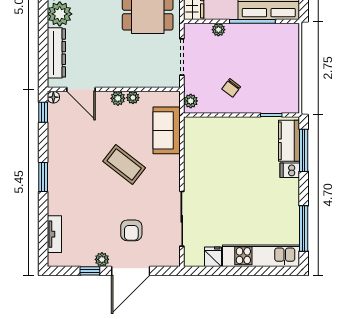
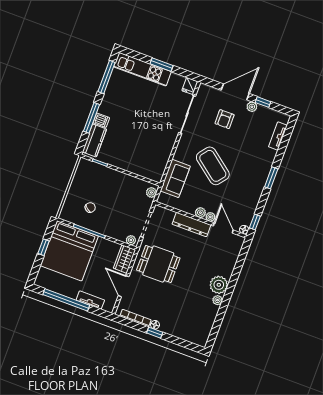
plant: (218, 30) -> (131, 240), moved
dresser: (56, 53) -> (191, 225), moved, turned -90
chair: (231, 88) -> (90, 208), moved
plant: (133, 98) -> (210, 217), moved
window: (304, 150) -> (91, 118), moved
coffee table: (124, 164) -> (213, 166), width x1.36, depth x1.32
armchair: (131, 230) -> (224, 119), turned 180
fridge: (213, 257) -> (190, 86), moved
window: (239, 271) -> (162, 65), added

